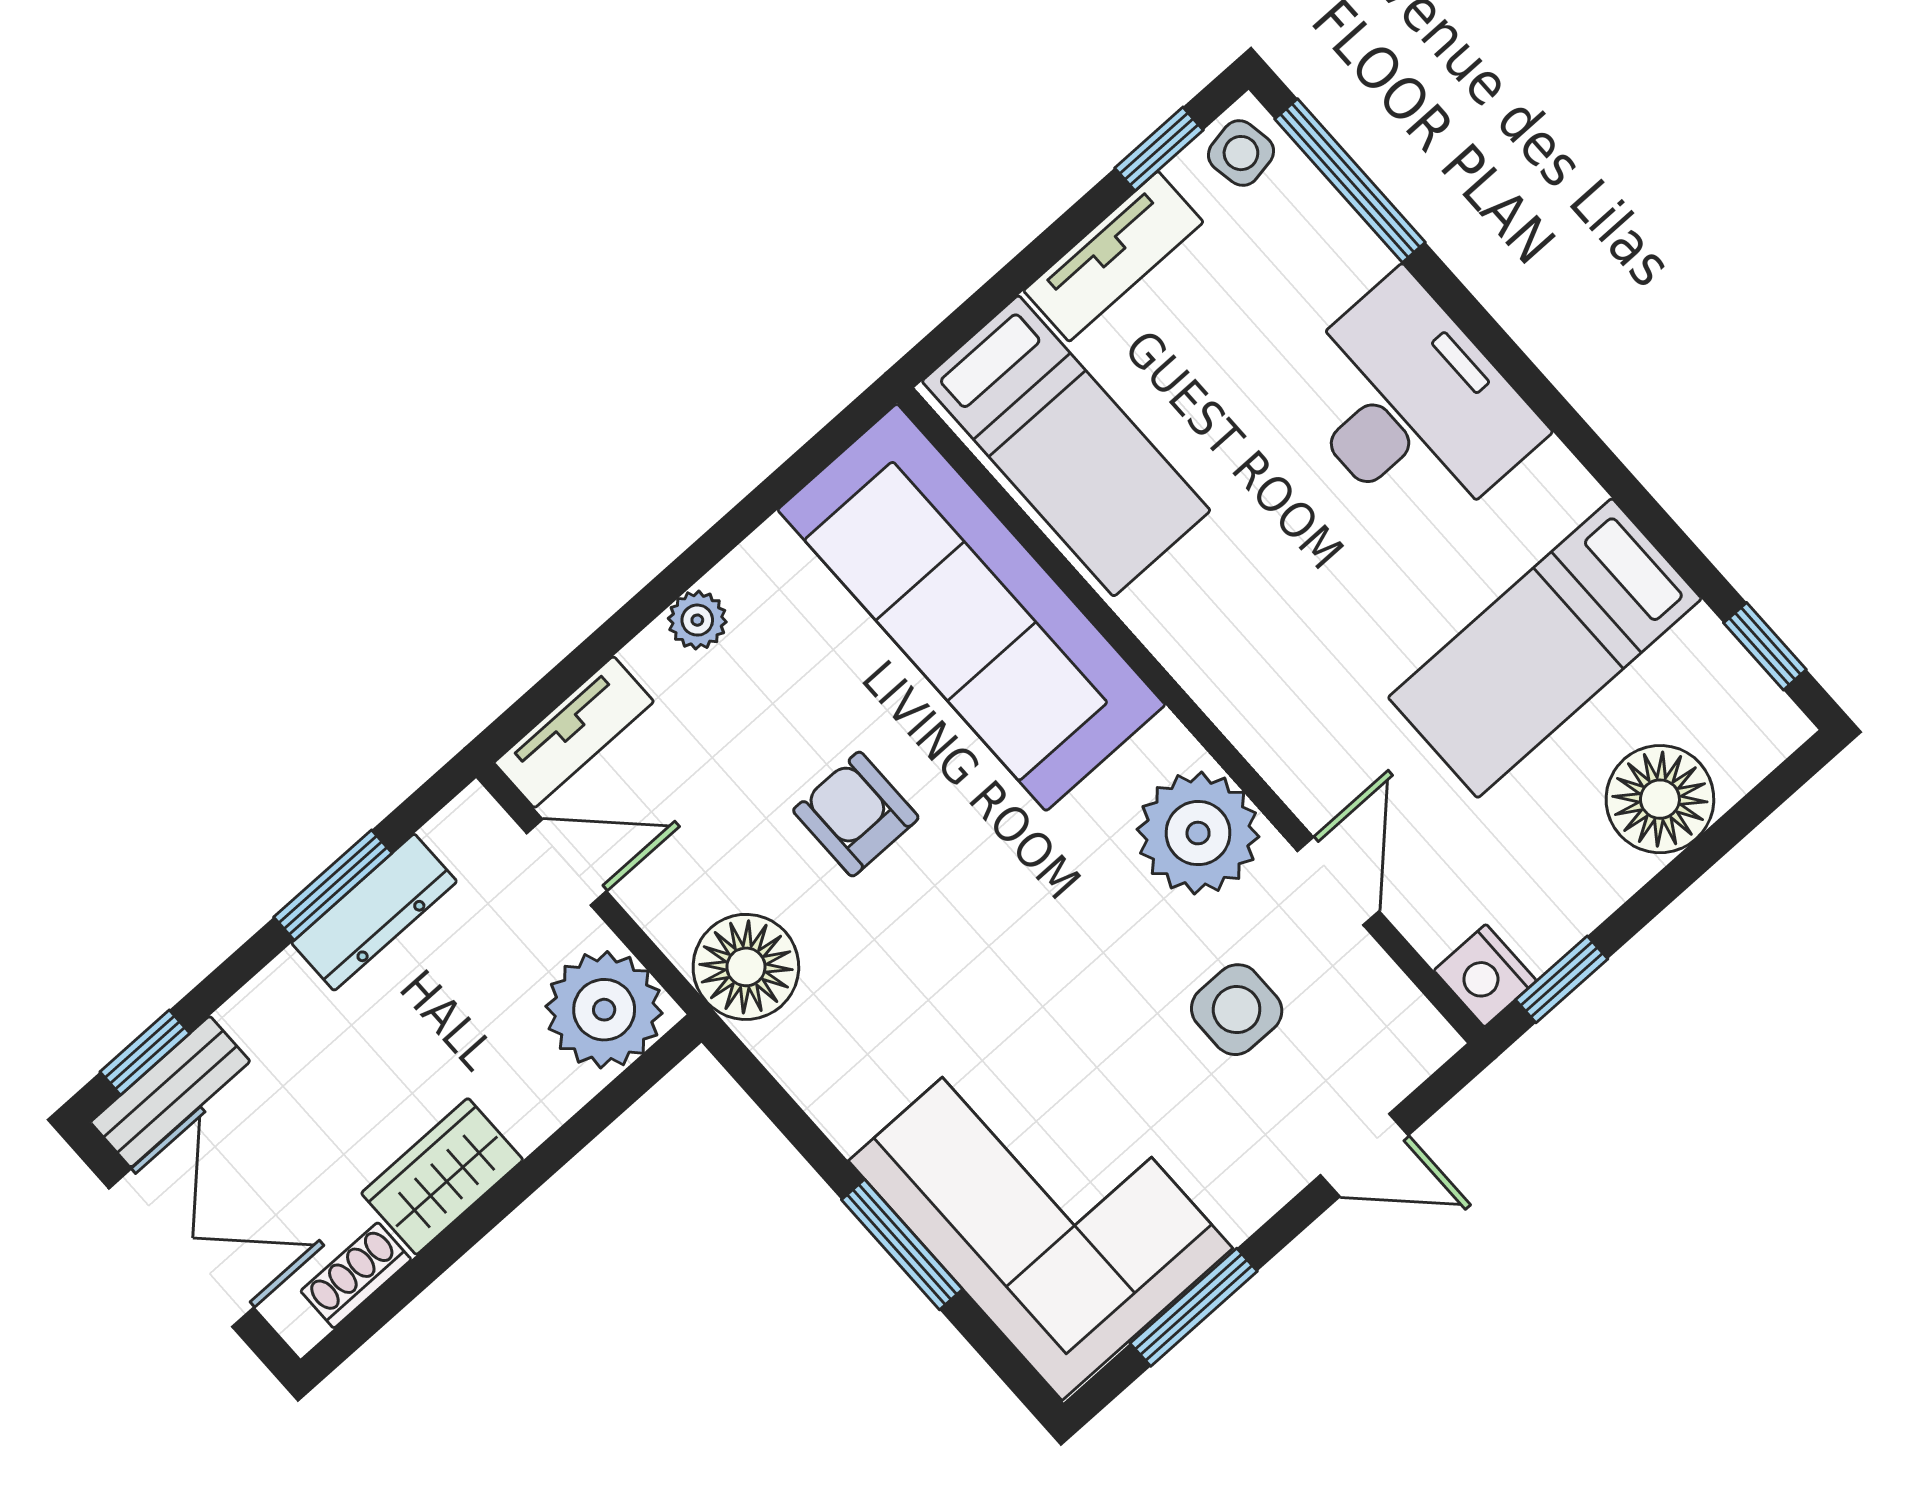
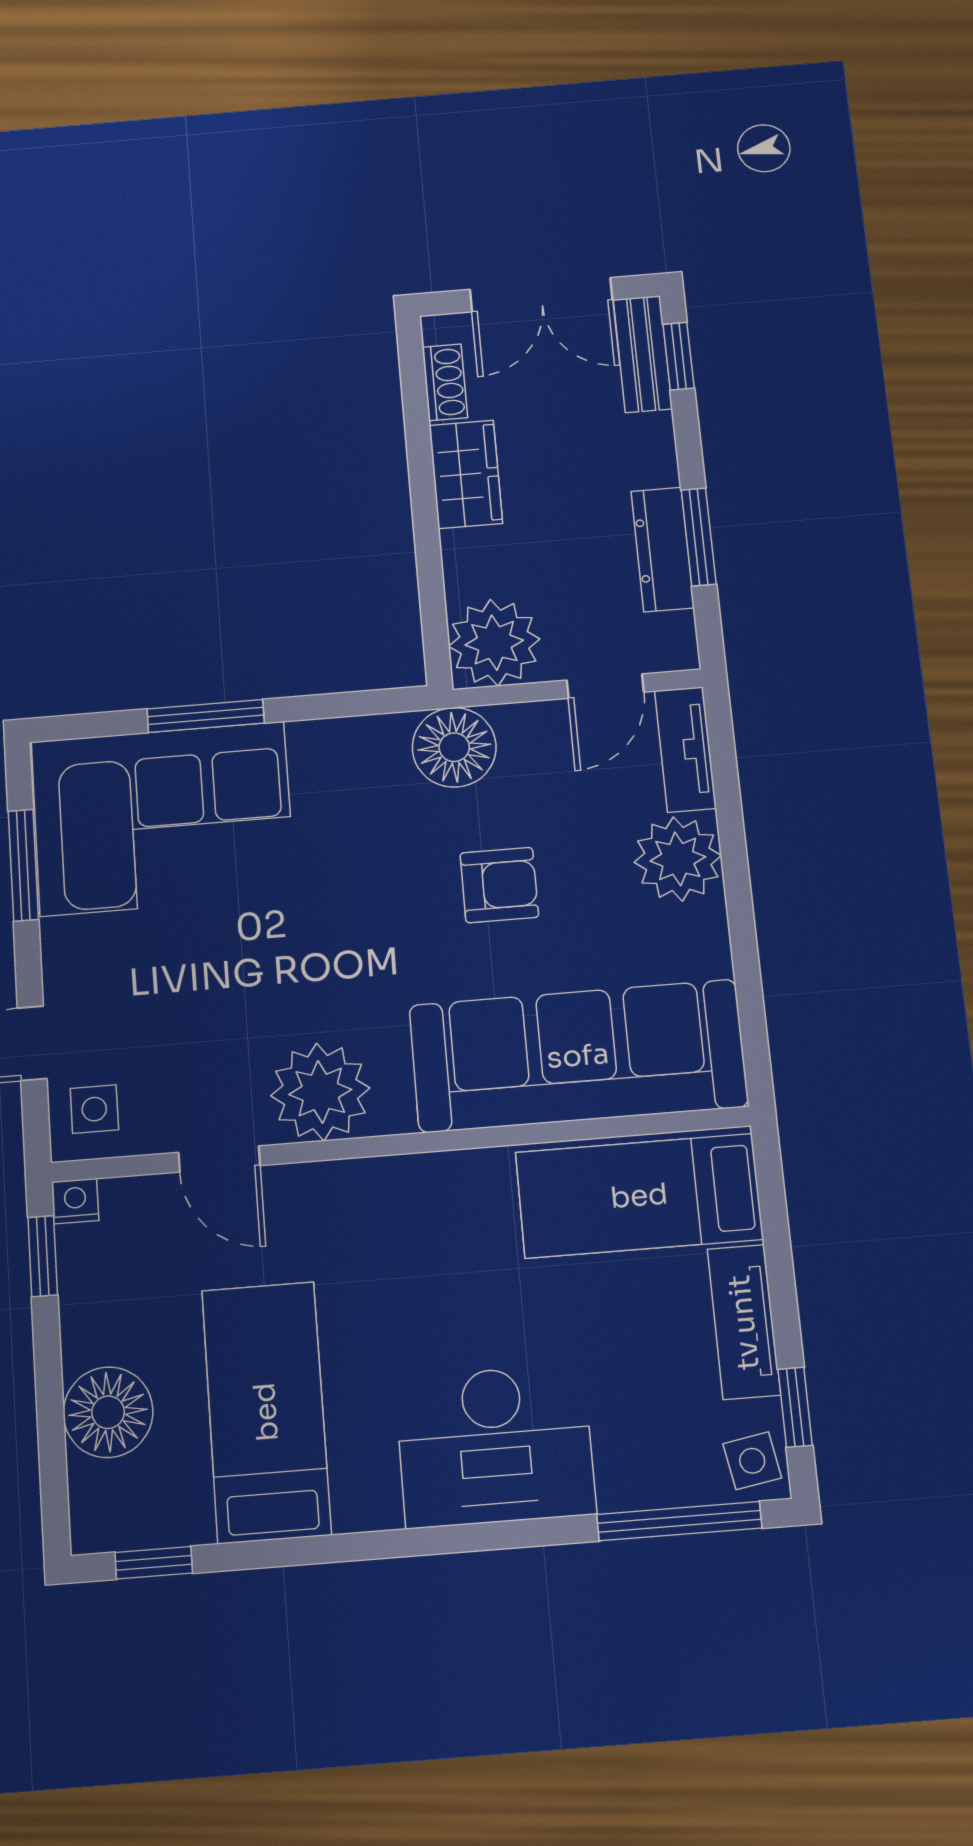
plant: (697, 620) -> (678, 859), width x1.88, depth x1.88
nightstand: (1485, 976) -> (75, 1201), width x0.72, depth x0.74
side table: (1237, 1010) -> (94, 1109), moved, width x0.73, depth x0.73

